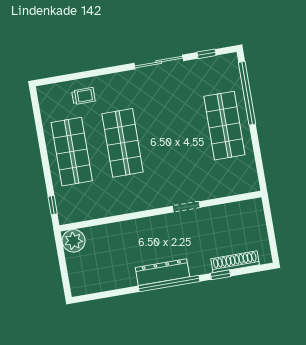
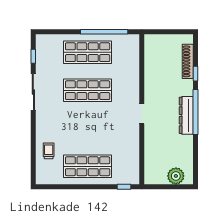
window: (247, 93) -> (104, 32), moved
shop shelf: (123, 143) -> (88, 90), moved
doorway: (186, 207) -> (142, 114), moved
plant: (74, 241) -> (176, 176), moved

